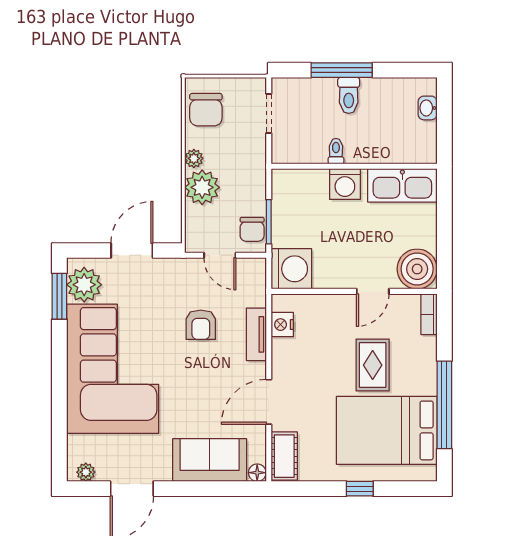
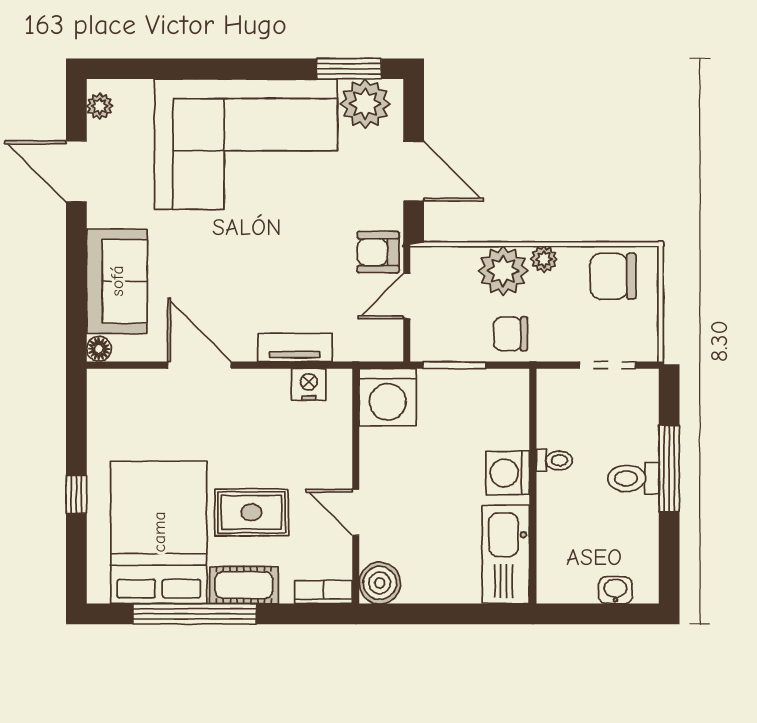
chair: (252, 229) -> (511, 334), moved
boiler: (417, 269) -> (380, 583), width x0.73, depth x0.73
armchair: (201, 325) -> (378, 252), moved
cot: (284, 456) -> (244, 585), moved

